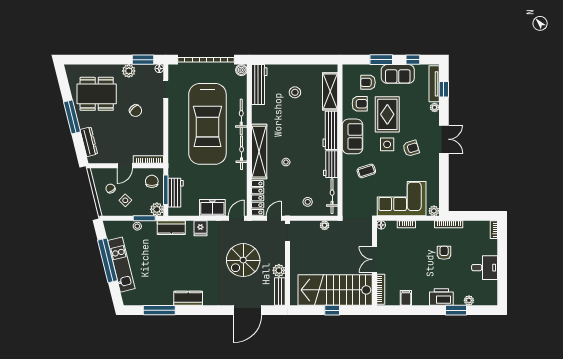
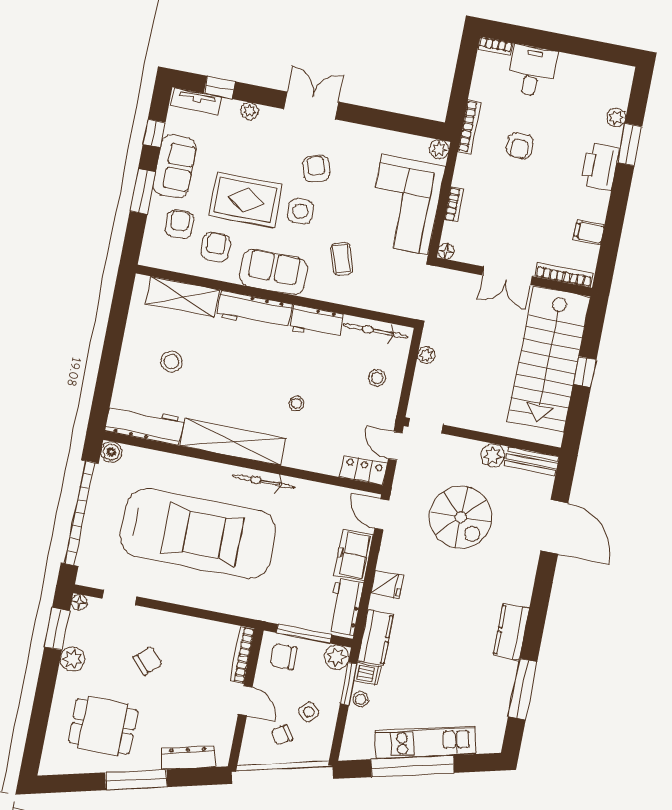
armchair: (368, 82) -> (180, 224), turned 180
tv unit: (434, 84) -> (196, 101), width x0.71
dining table: (97, 94) -> (103, 726), width x0.73
bicycle: (241, 117) -> (197, 469), removed
shelving: (259, 152) -> (233, 442), moved
workbench: (176, 193) -> (345, 607), moved, turned -90
locker: (258, 198) -> (363, 470), width x0.66
dishwasher: (151, 227) -> (367, 674), added
armchair: (444, 253) -> (520, 146), turned -90
desk: (485, 268) -> (532, 71), moved

